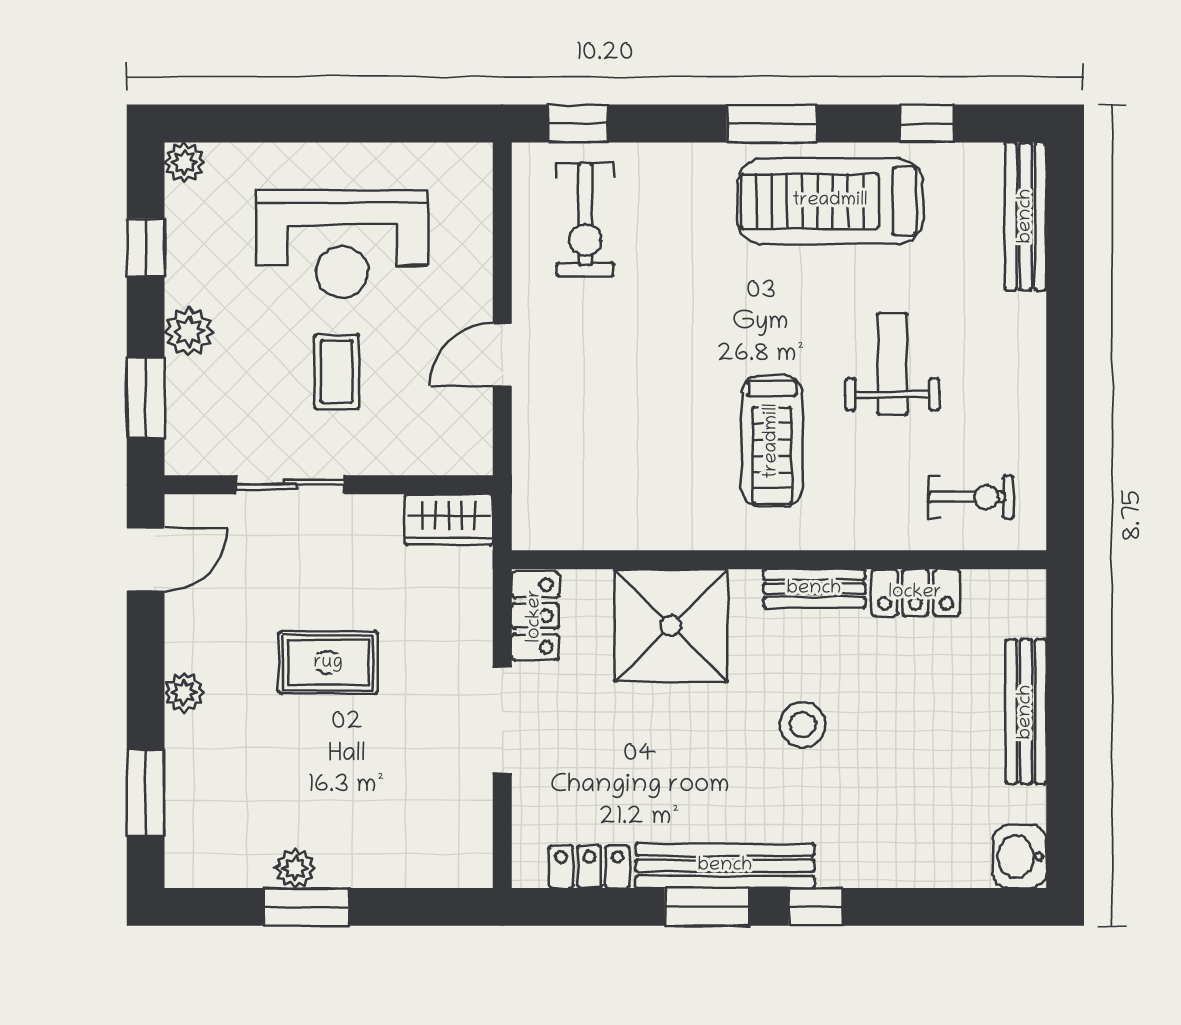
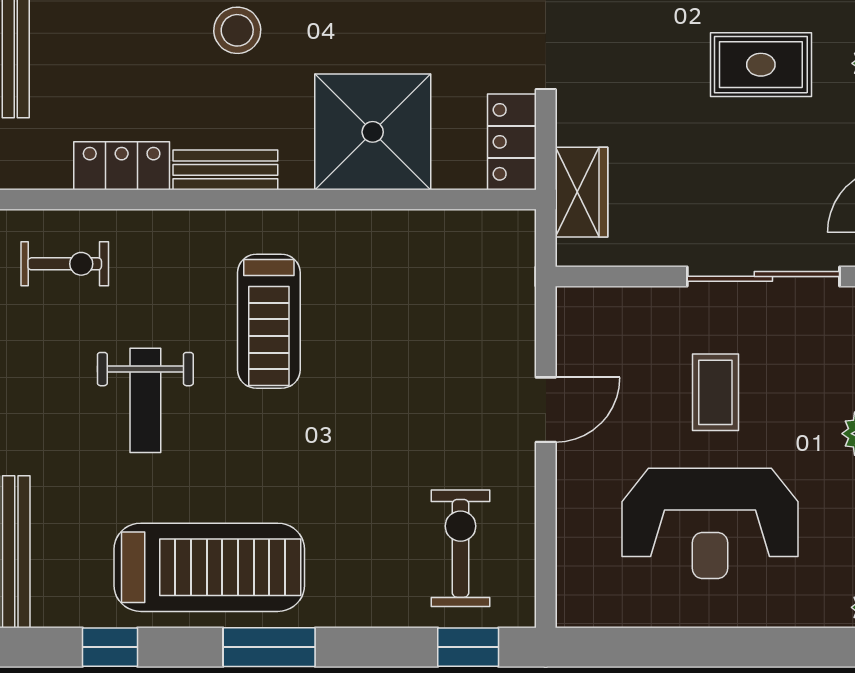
reception desk: (342, 244) -> (710, 523), turned 180
treadmill: (772, 441) -> (269, 321), turned 180
sliding door: (290, 485) -> (763, 276), width x1.37
exercise bike: (971, 497) -> (65, 264), turned 180
wardrobe: (449, 520) -> (581, 192), moved, turned 90
rug: (328, 663) -> (761, 65), moved

